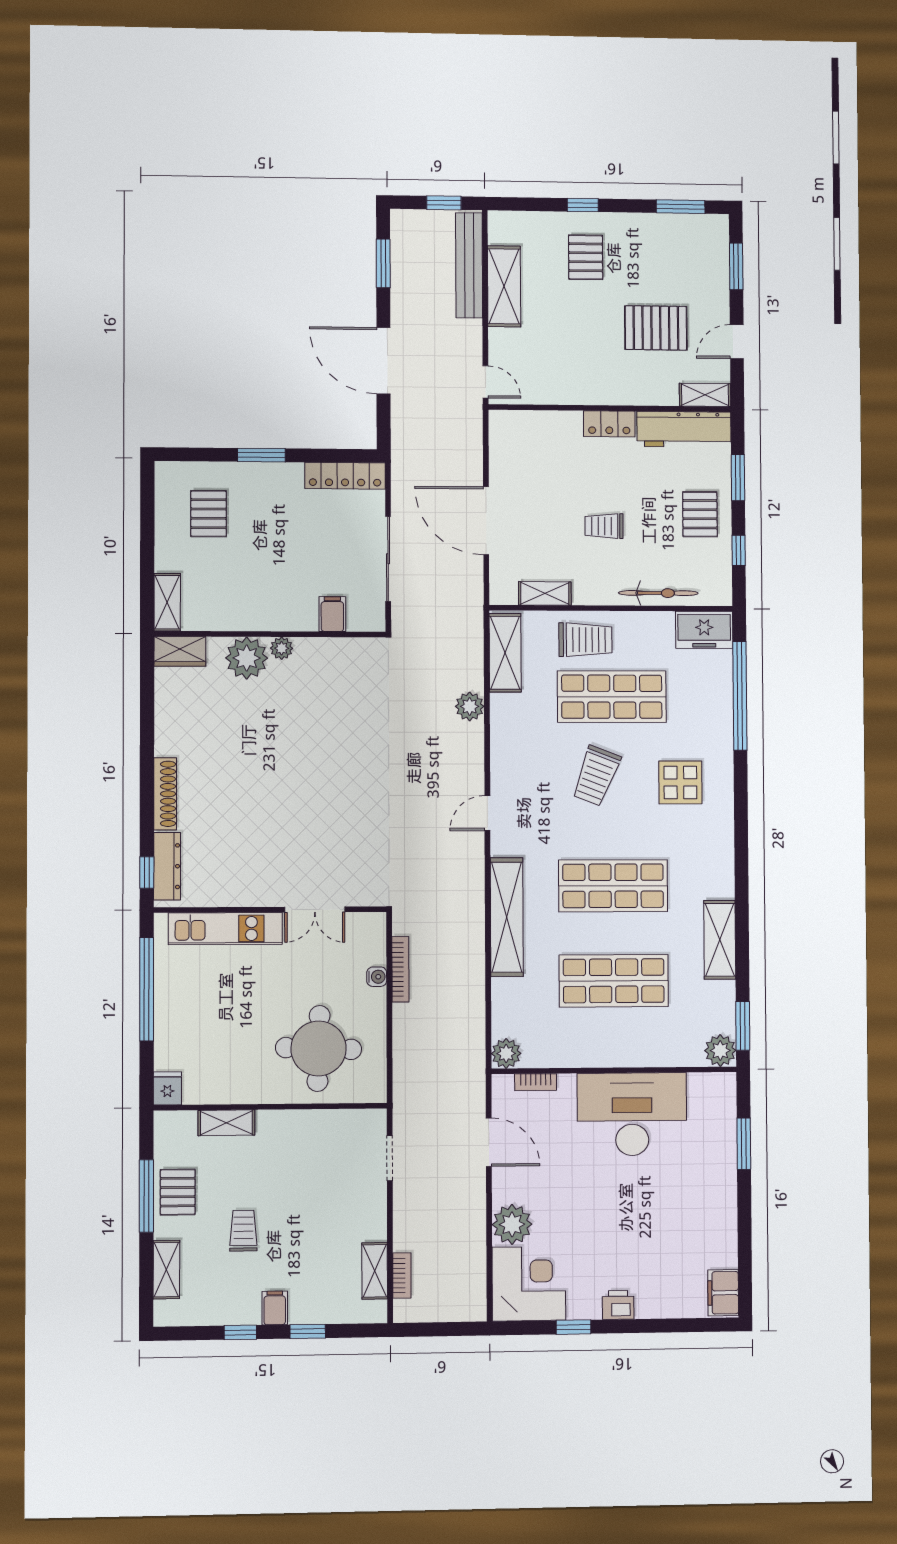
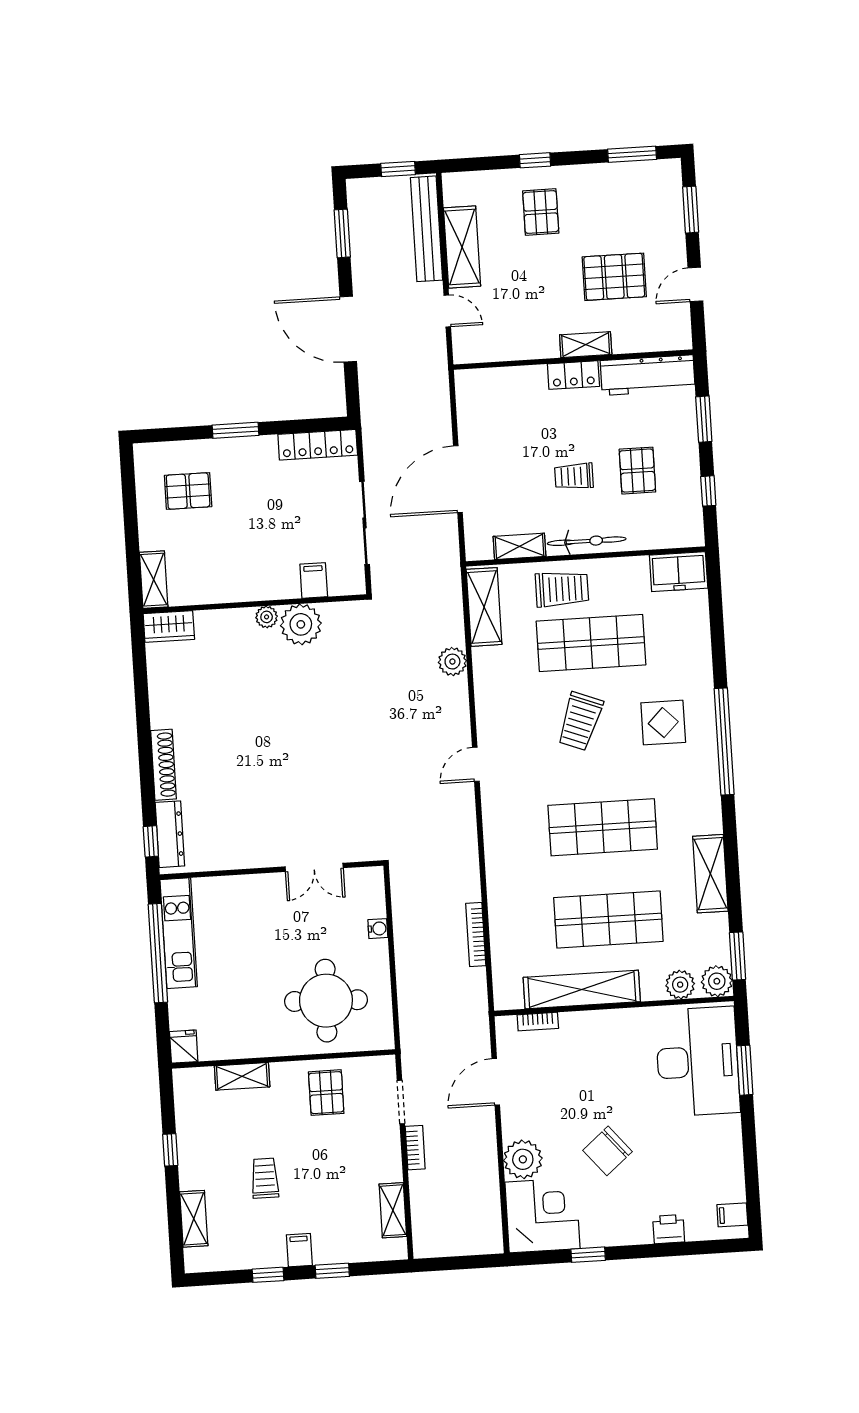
door: (485, 382) -> (447, 311), moved
shelving: (705, 395) -> (586, 345), moved
pallet: (209, 514) -> (188, 491), turned 90
pallet: (700, 514) -> (637, 471), moved
door: (486, 521) -> (458, 479), hinge flipped
bicycle: (658, 593) -> (587, 541), moved
plant: (247, 658) -> (301, 624), moved
window: (740, 696) -> (724, 741), moved
shelving: (507, 917) -> (582, 990), moved, turned 90
kitchen unit: (225, 929) -> (179, 933), moved, turned -90
bookcase: (400, 969) -> (476, 935), moved, turned 180
plant: (506, 1053) -> (680, 985), moved
desk: (632, 1114) -> (698, 1062), moved, turned 90
door: (489, 1142) -> (496, 1082), swing flipped
pallet: (178, 1192) -> (326, 1093), moved
window: (146, 1196) -> (170, 1150), width x0.46
chair: (599, 1220) -> (607, 1151), added
bookcase: (402, 1275) -> (415, 1148), moved
filing cabinet: (723, 1293) -> (732, 1215), width x0.50
printer: (618, 1305) -> (669, 1229), moved

